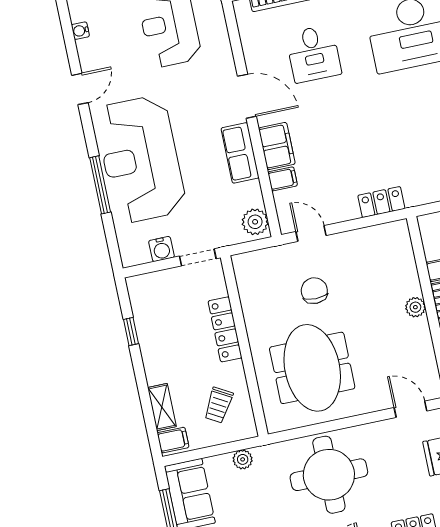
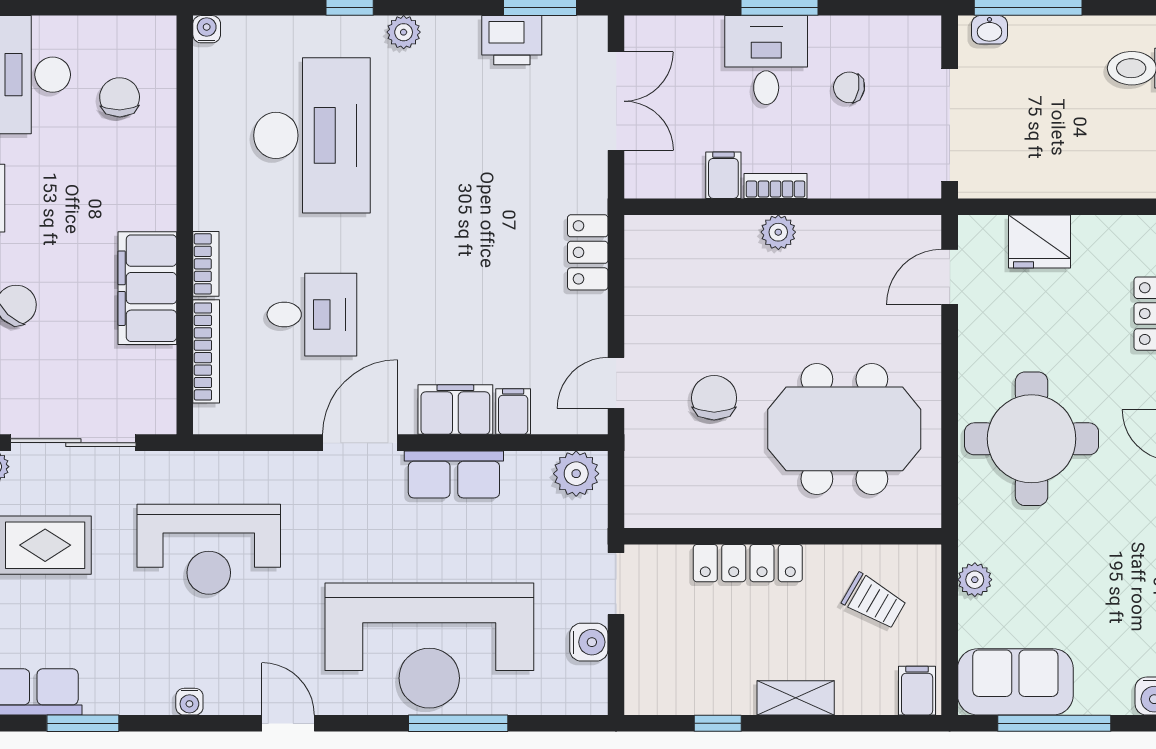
chair: (314, 291) -> (714, 398), turned 90
shelving: (162, 407) -> (796, 698), moved

